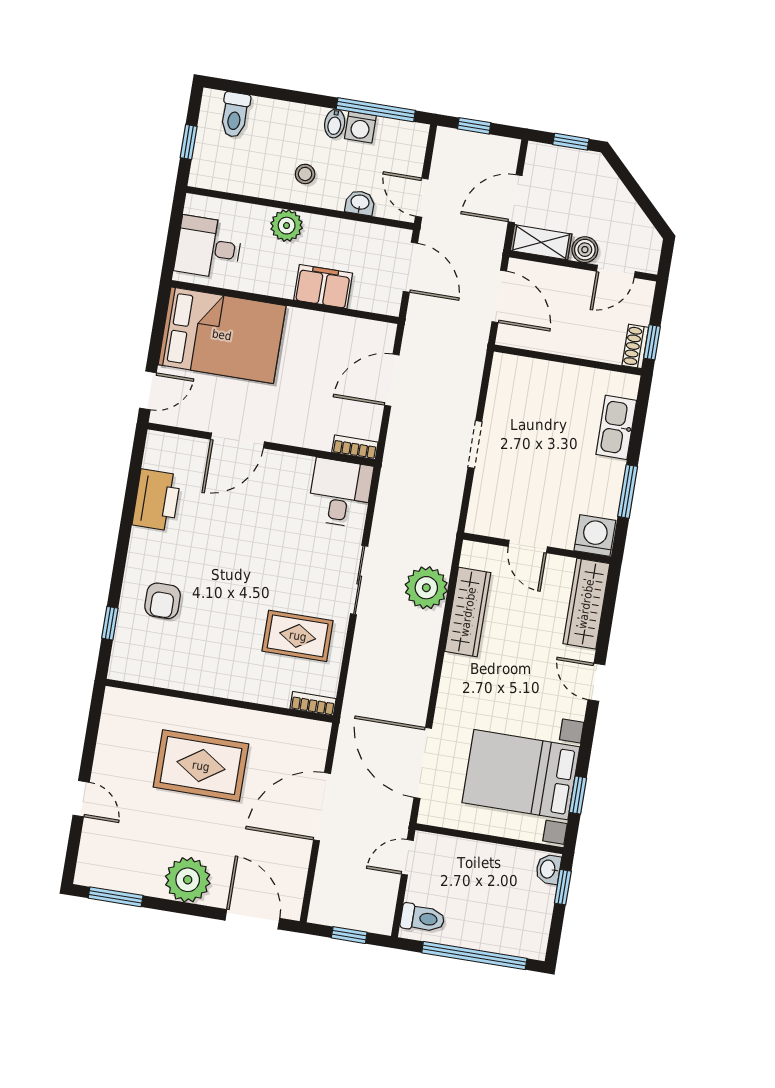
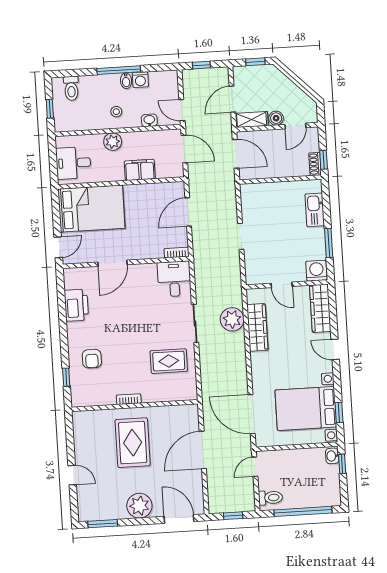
window: (376, 110) -> (119, 70), moved
bookcase: (313, 704) -> (129, 399), moved
rug: (201, 766) -> (133, 443), turned 90

